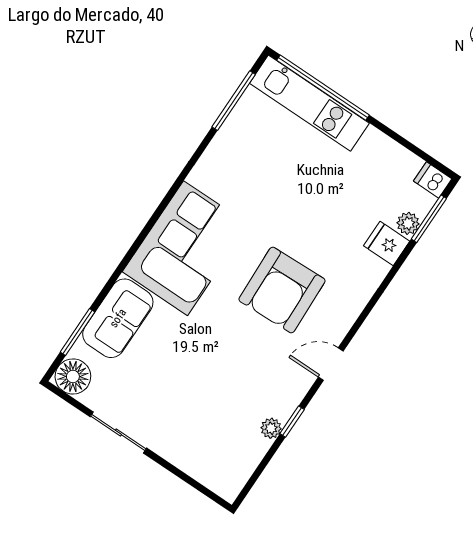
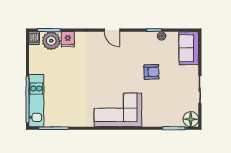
plant: (408, 223) -> (51, 41), width x1.88, depth x1.88
armchair: (282, 290) -> (151, 72), moved, width x0.53, depth x0.53
sofa: (118, 318) -> (189, 48), moved, turned -90
door: (331, 364) -> (112, 30), moved

